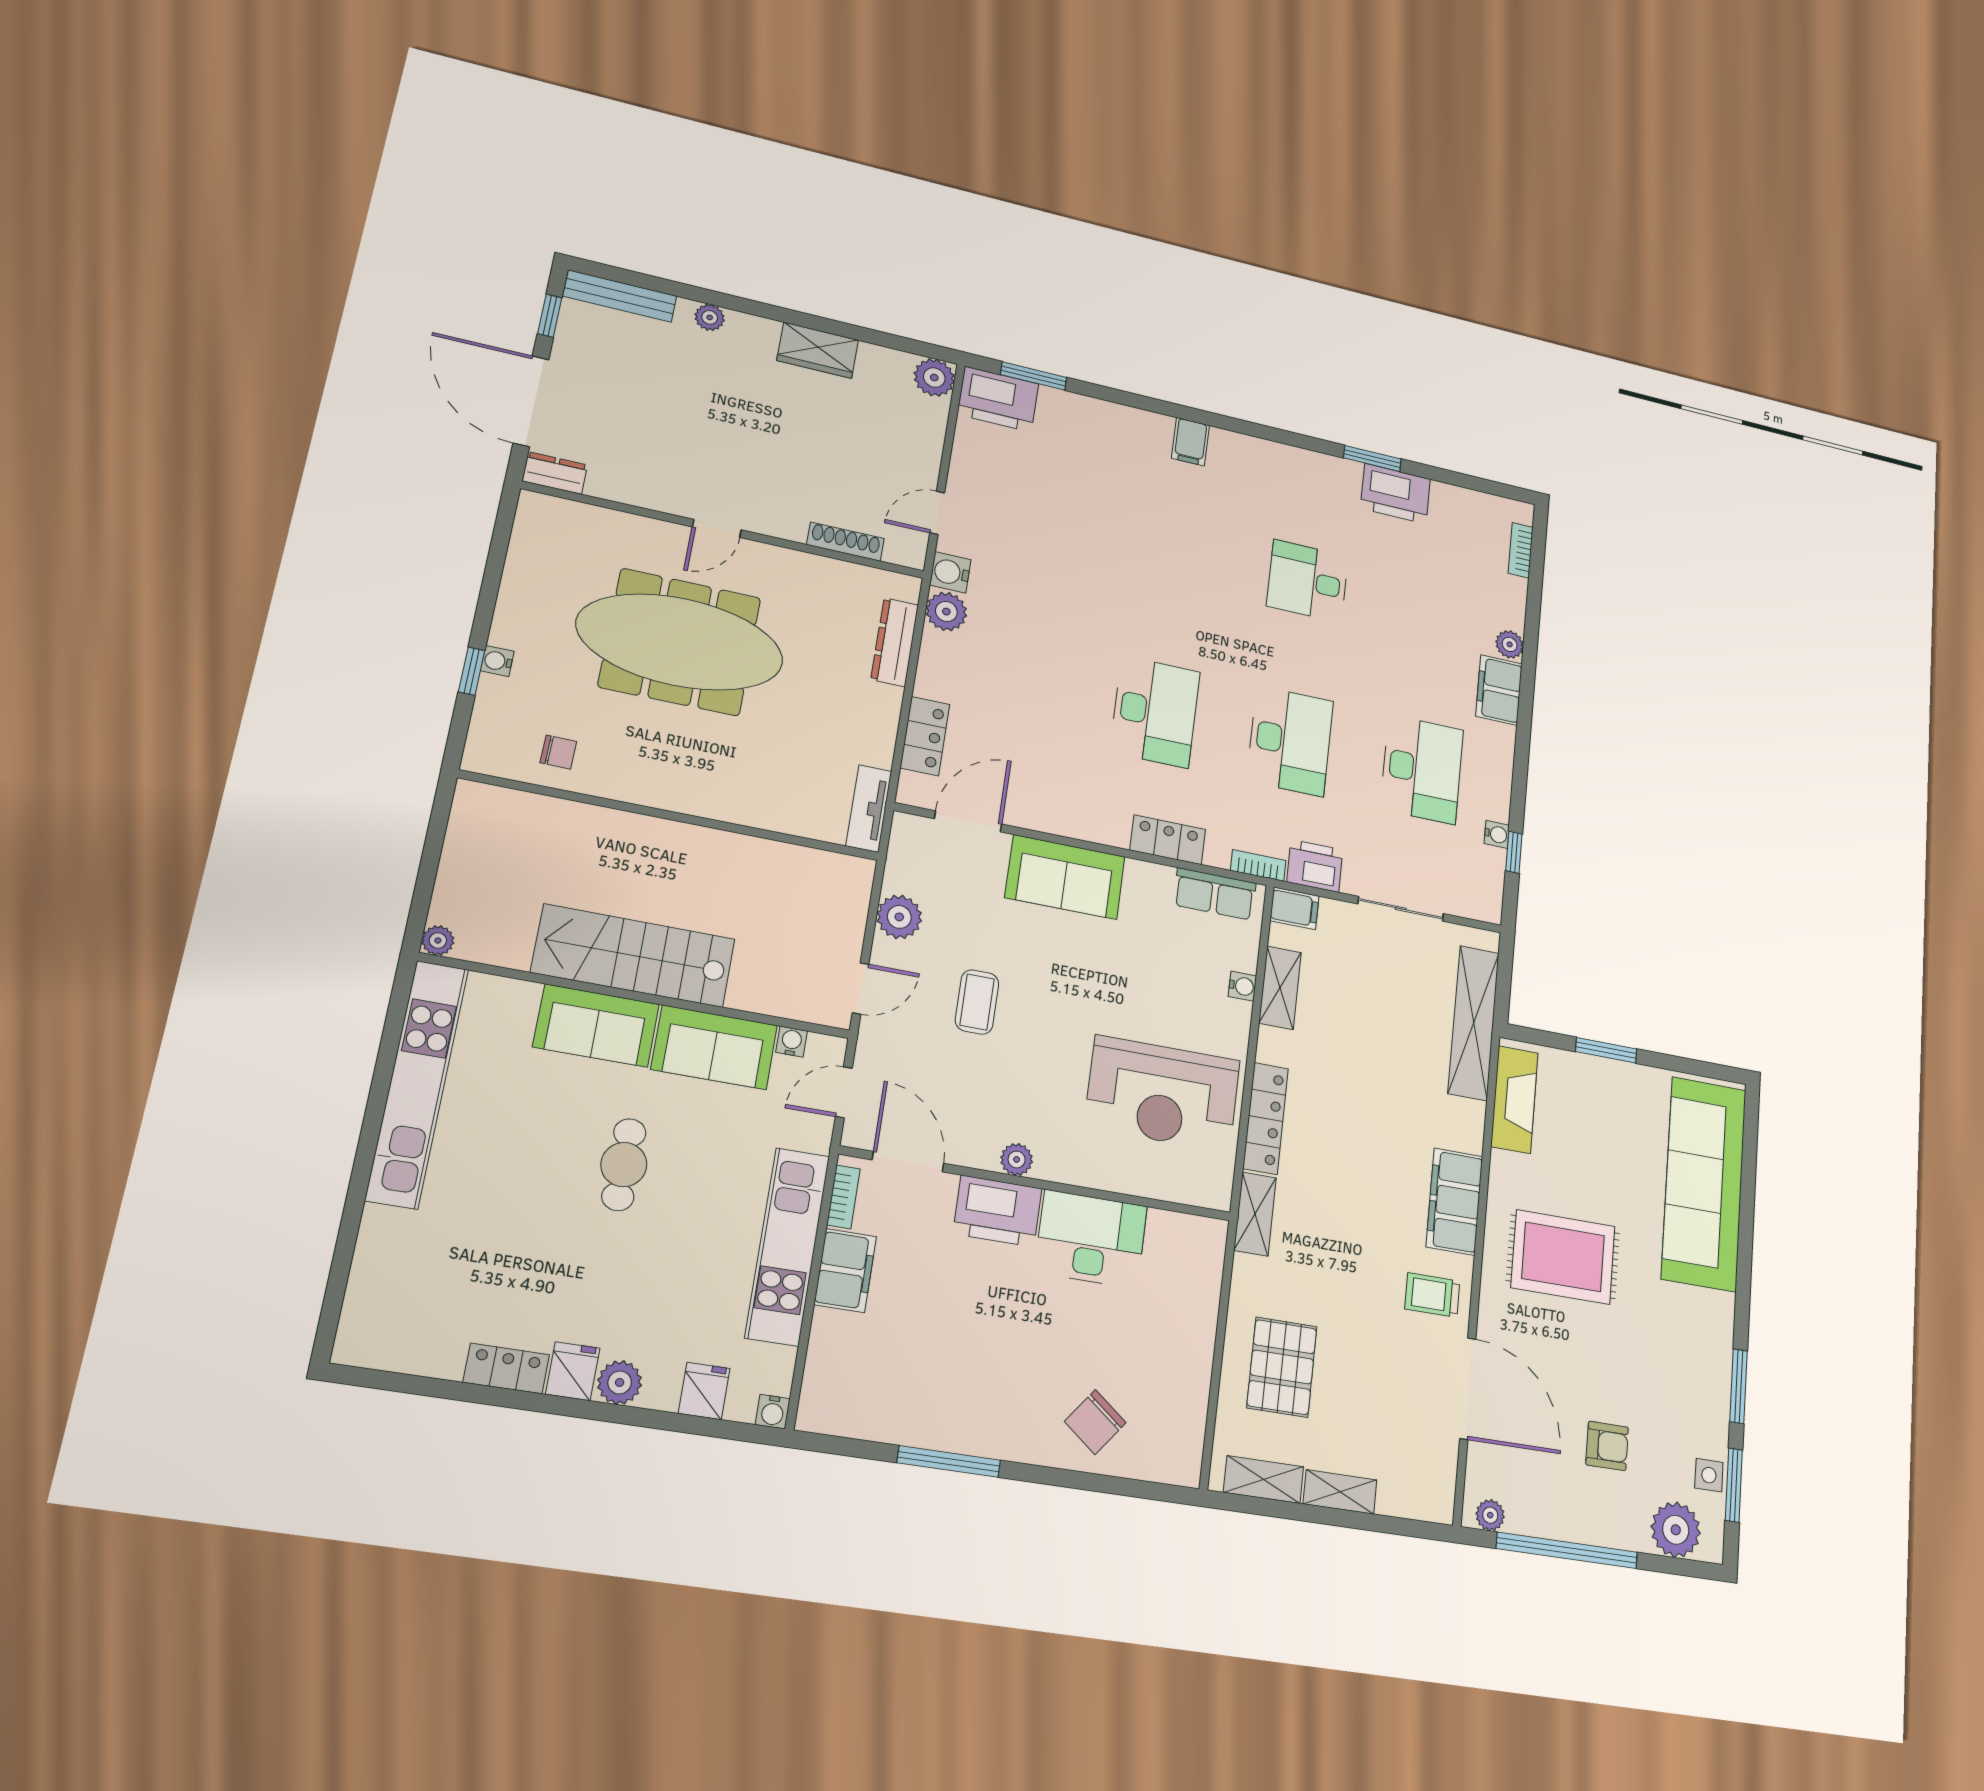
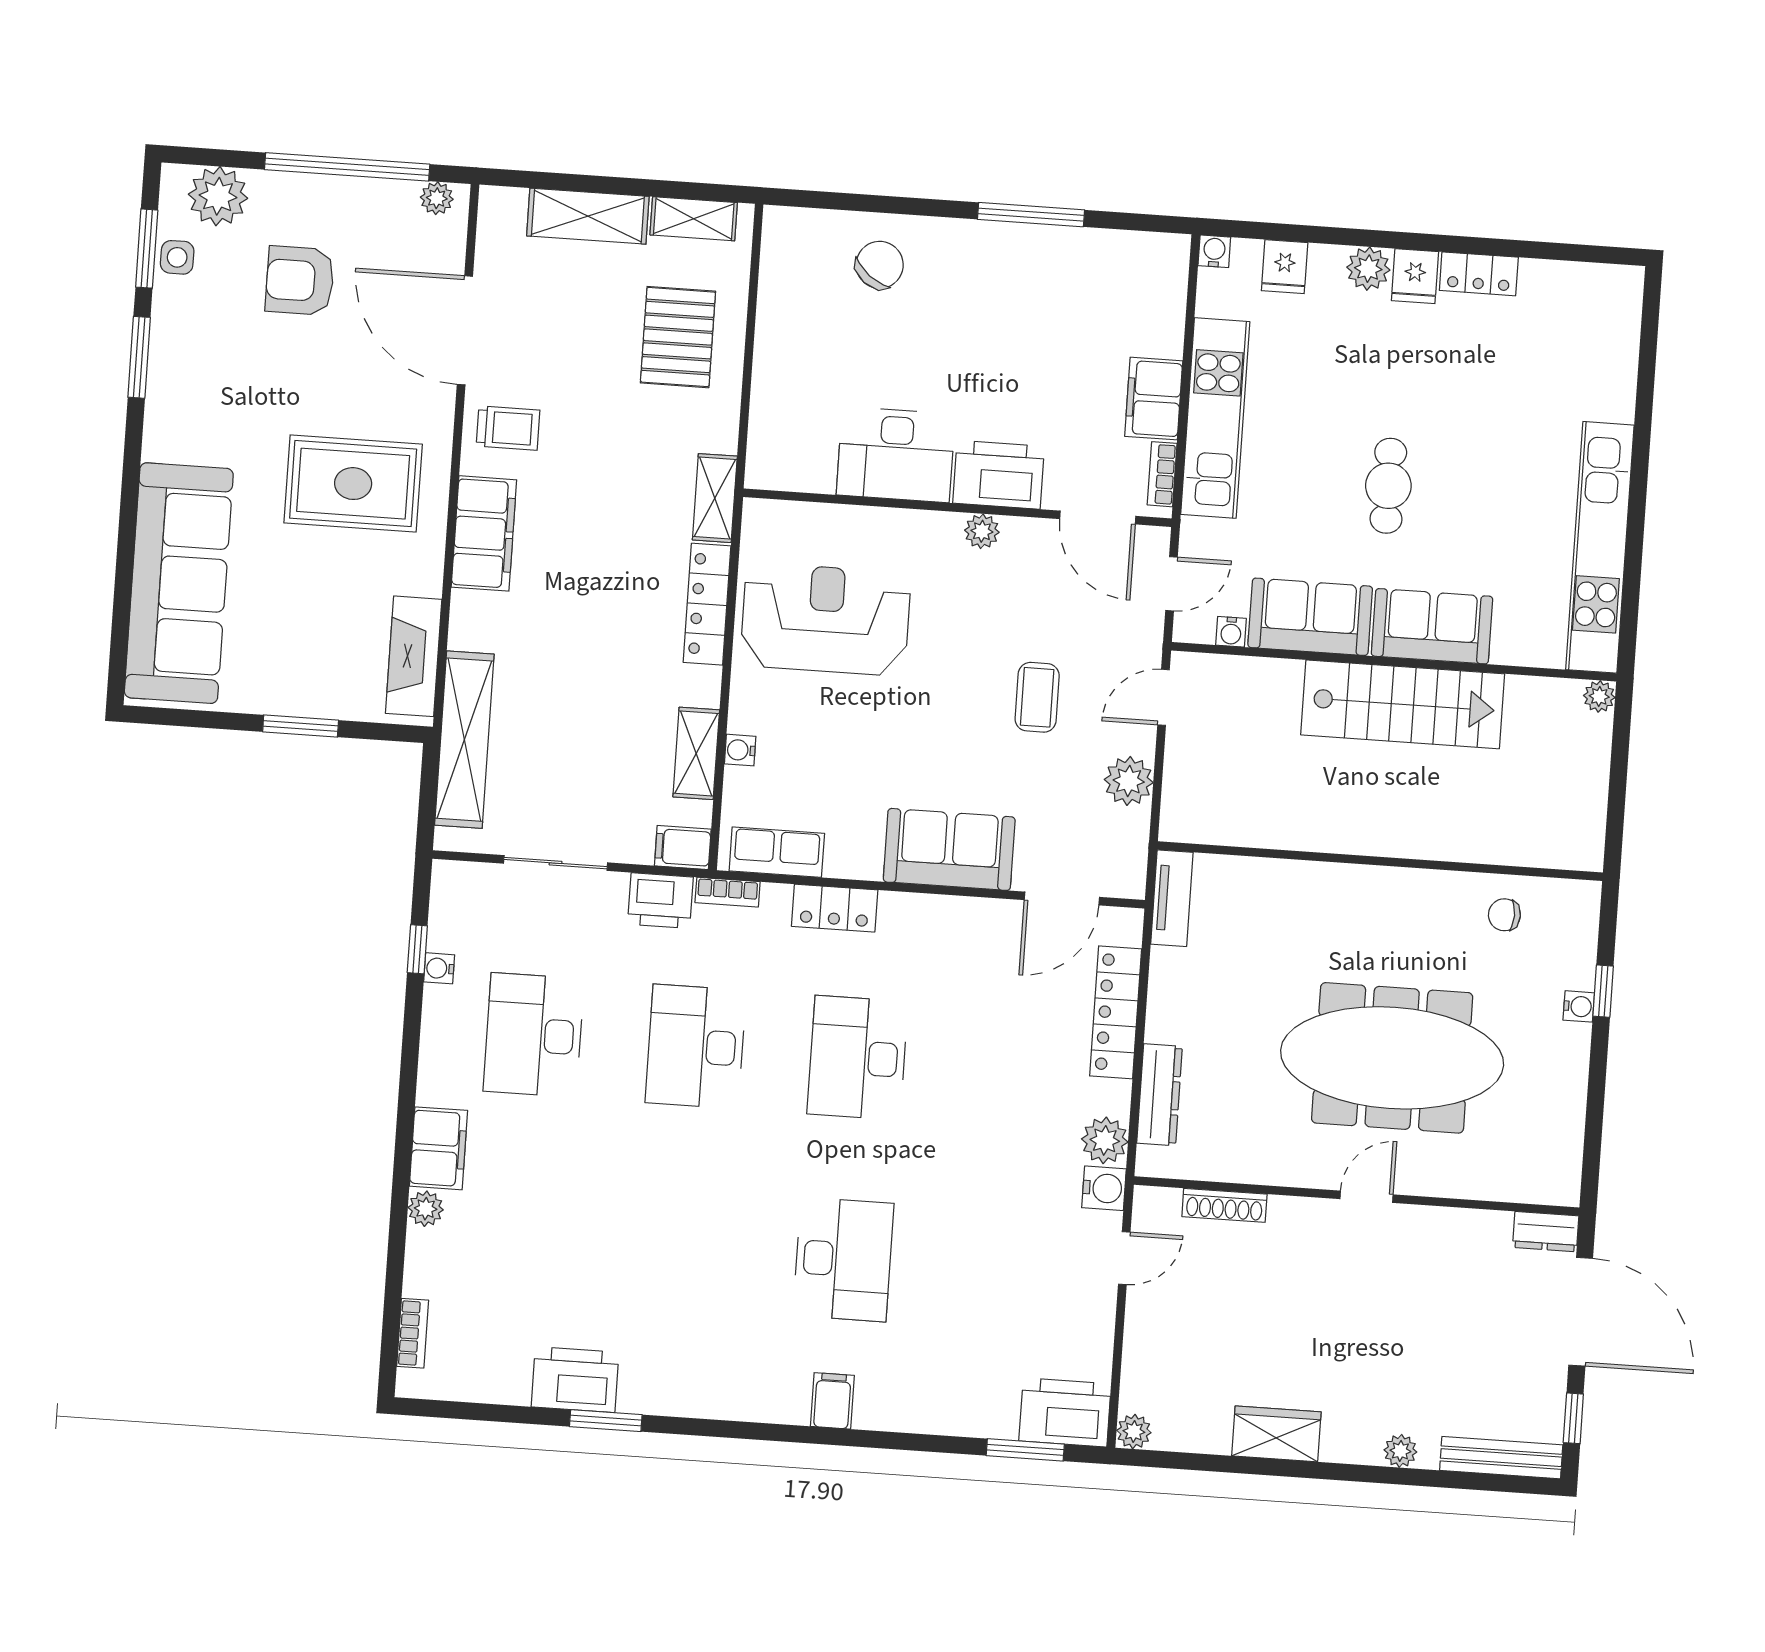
plant: (934, 378) -> (1134, 1432), width x0.73, depth x0.73
desk: (1308, 581) -> (843, 1259), moved, width x1.37
locker: (925, 736) -> (1116, 1012), width x1.53
armchair: (1607, 1446) -> (300, 281), width x1.38, depth x1.38
shelving: (1340, 1492) -> (588, 216), width x1.50, depth x1.33

